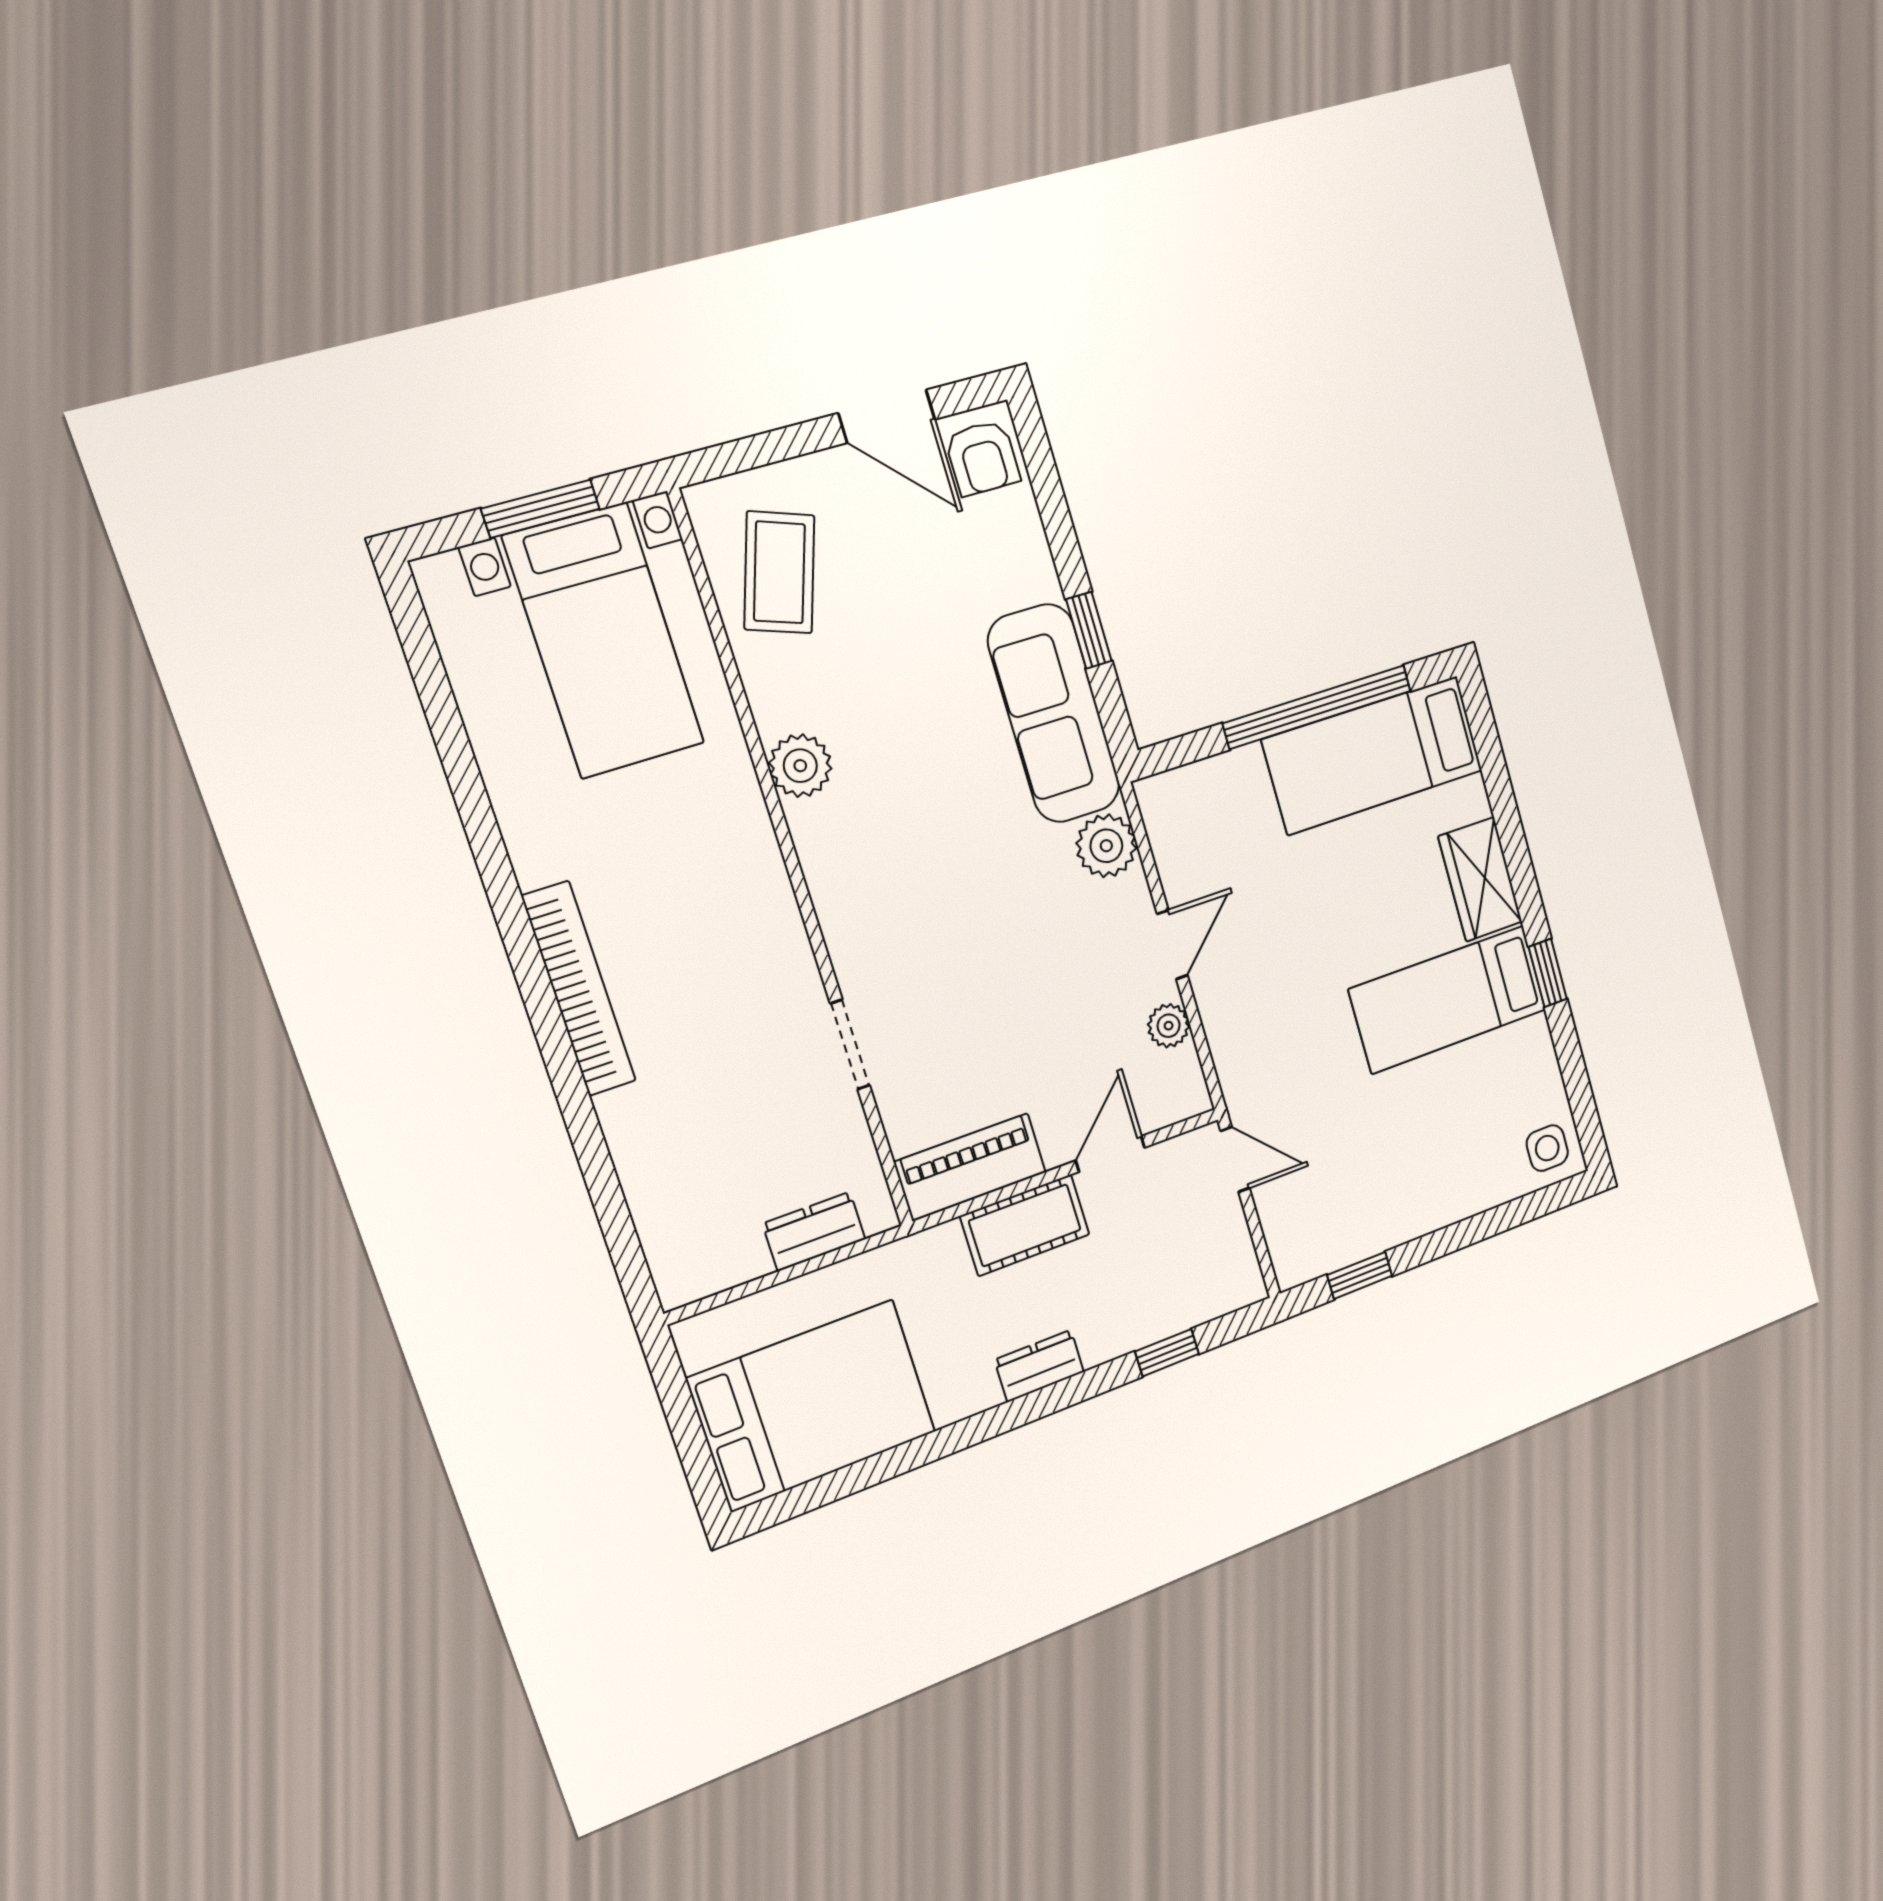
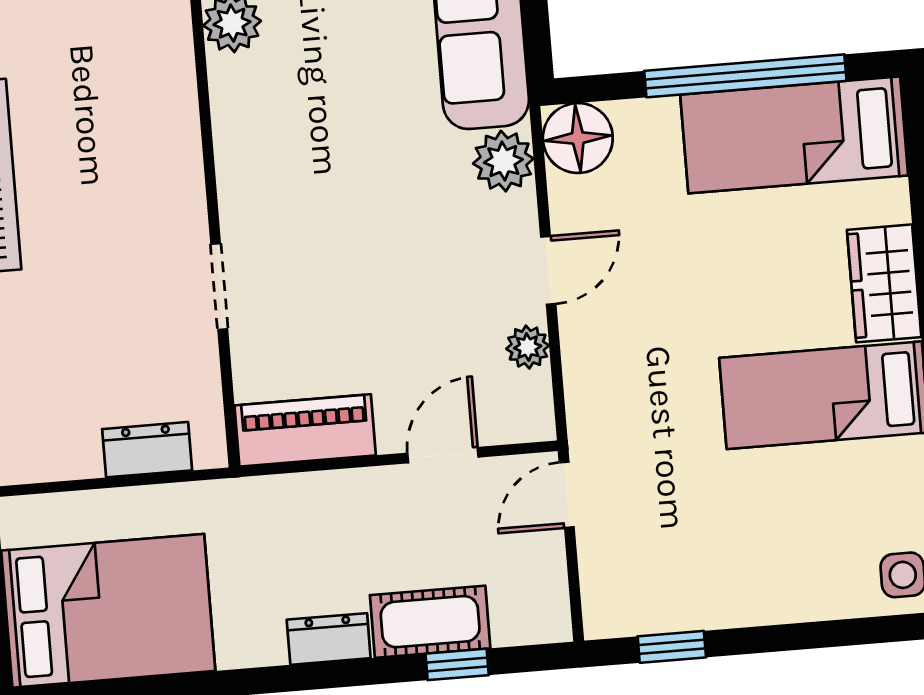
floor lamp: (1173, 806) -> (578, 138), added
door: (1235, 1160) -> (567, 495), swing flipped
cot: (1025, 1225) -> (430, 622), moved

